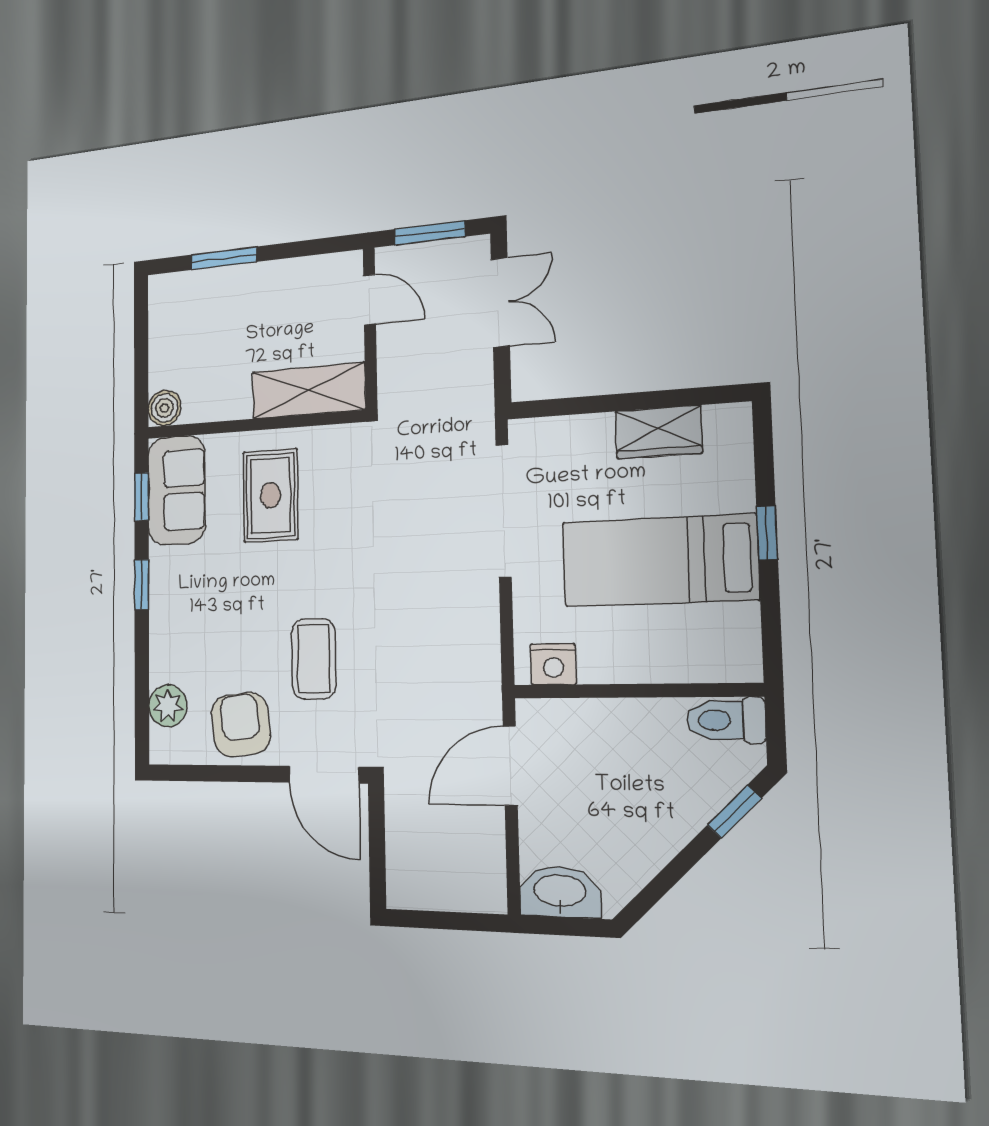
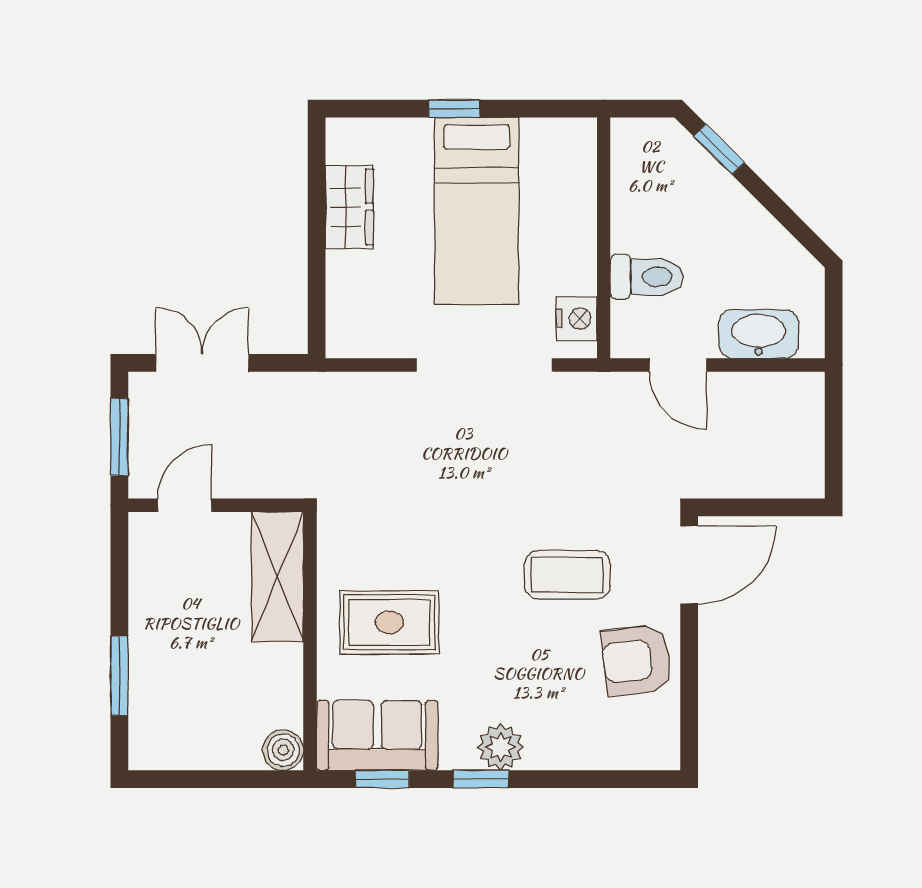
doorway: (504, 511) -> (484, 365), moved
plant: (168, 706) -> (501, 747), moved
toilet: (726, 720) -> (647, 277), moved, turned -90
door: (510, 766) -> (678, 365), width x0.73
washbasin: (560, 892) -> (759, 334), moved, turned 90

